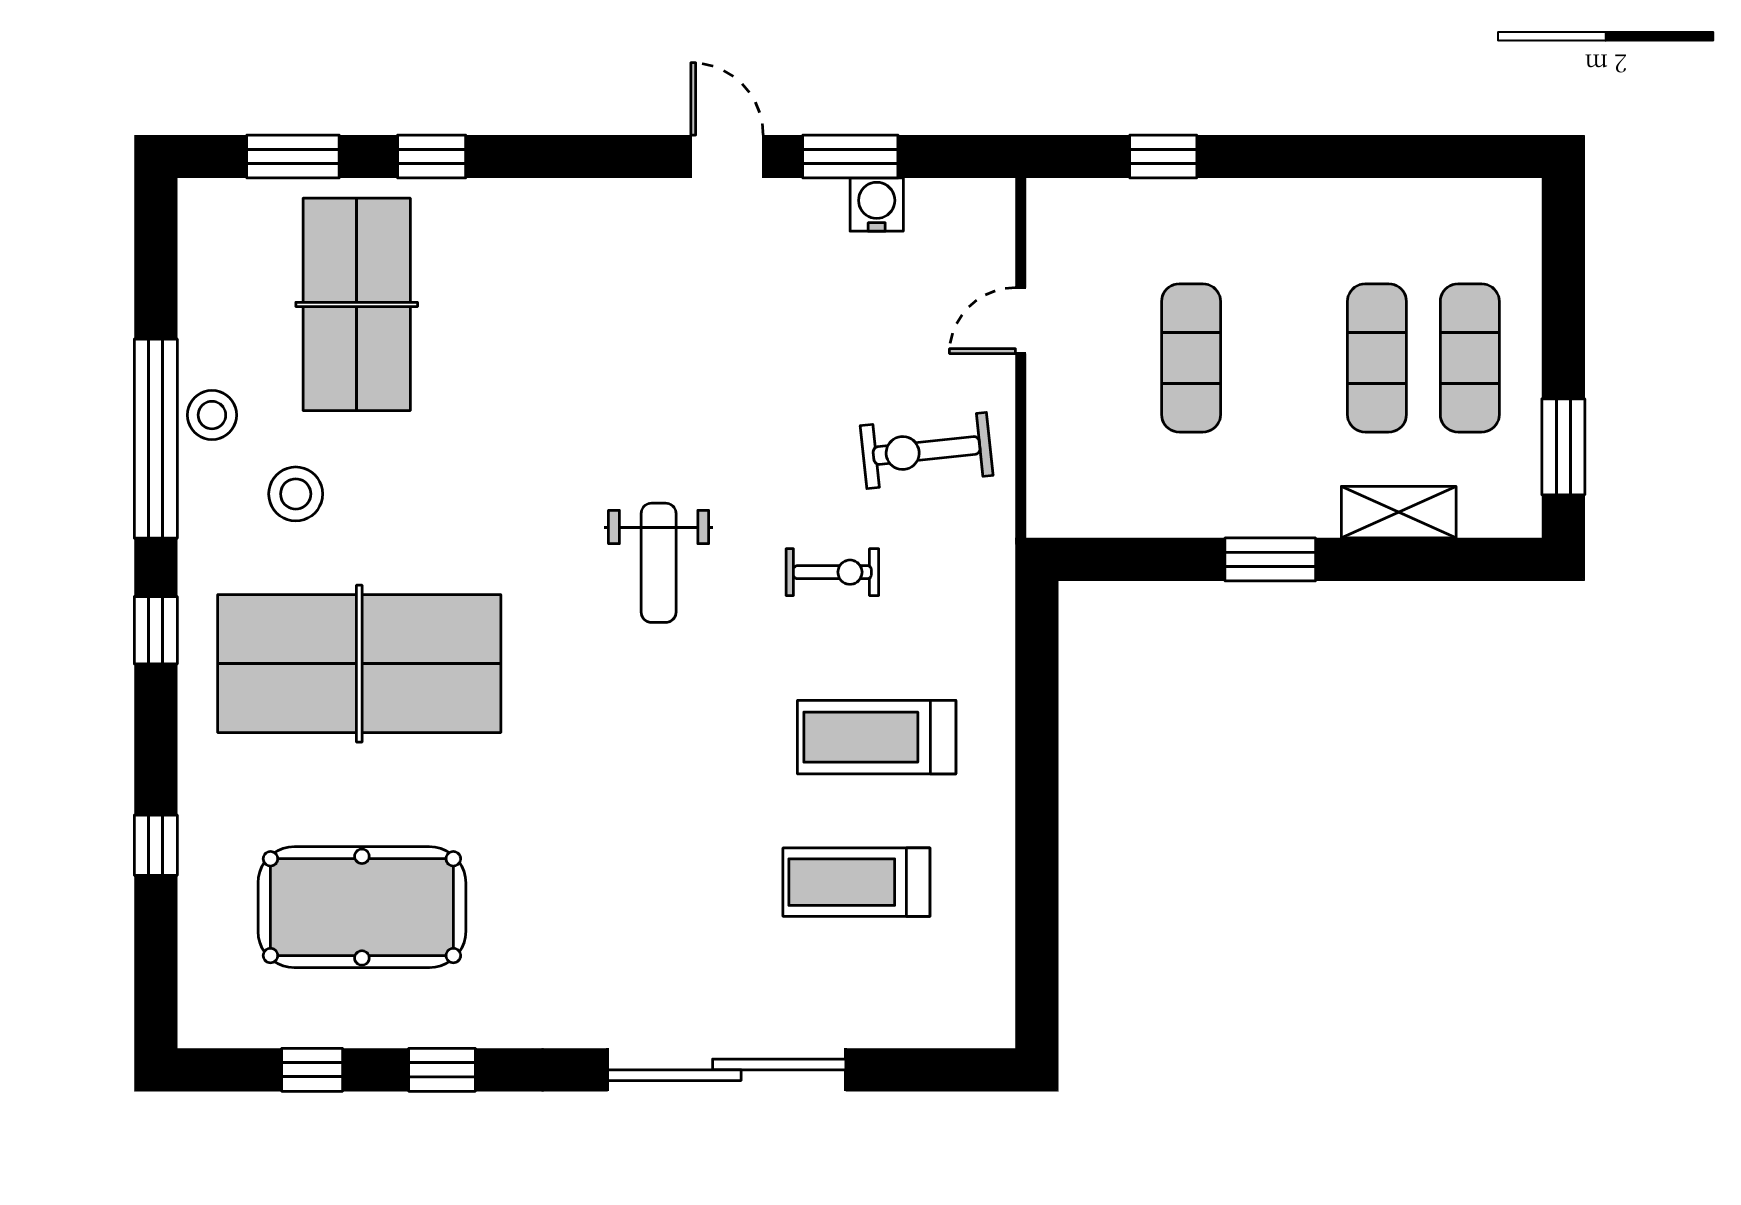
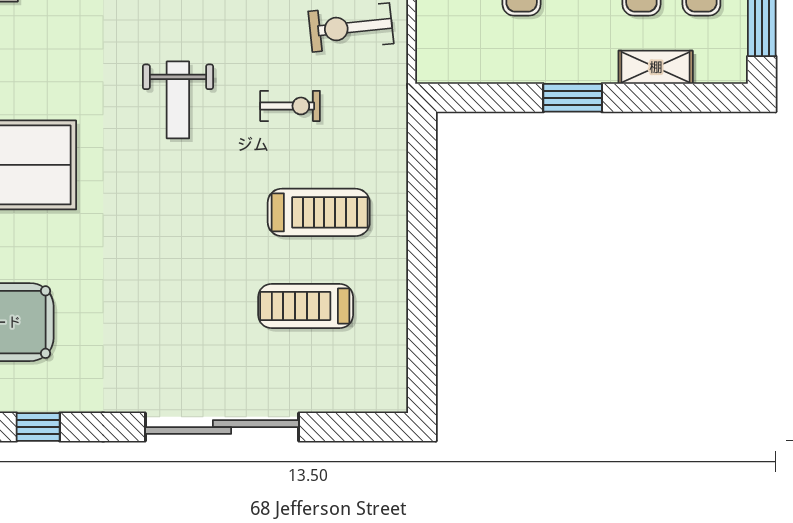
treadmill: (877, 737) -> (319, 212), turned 180

